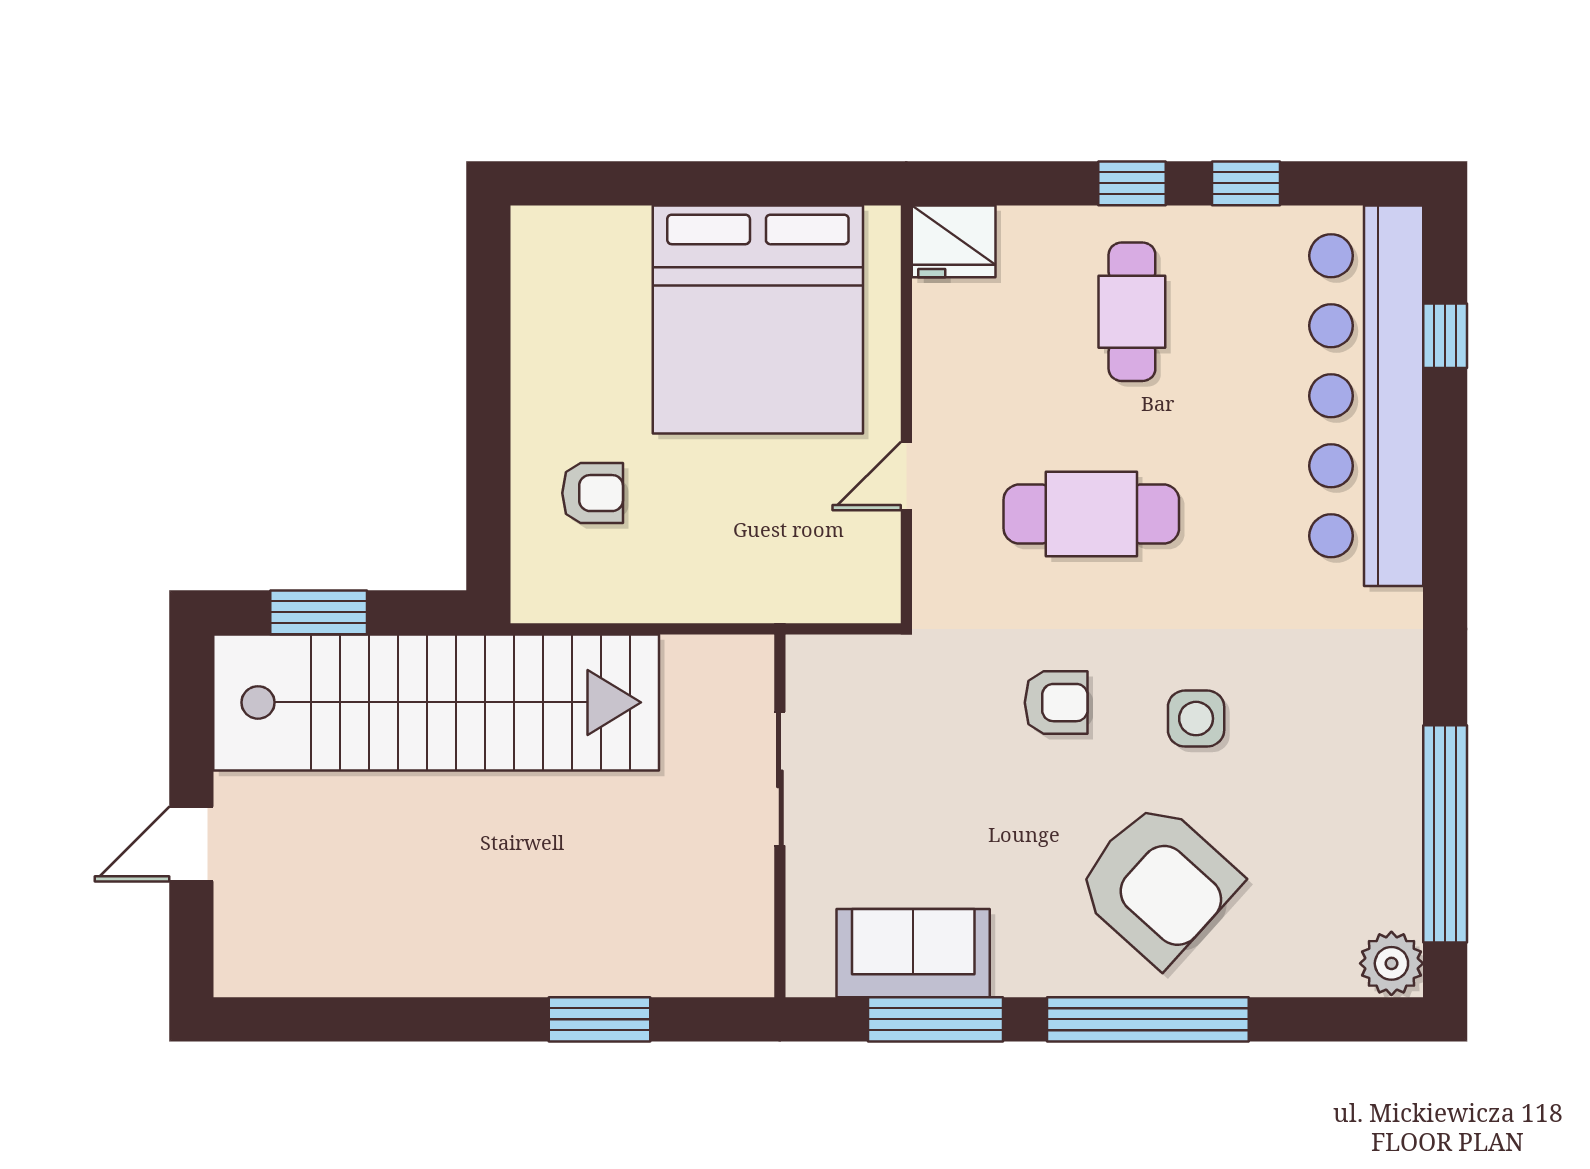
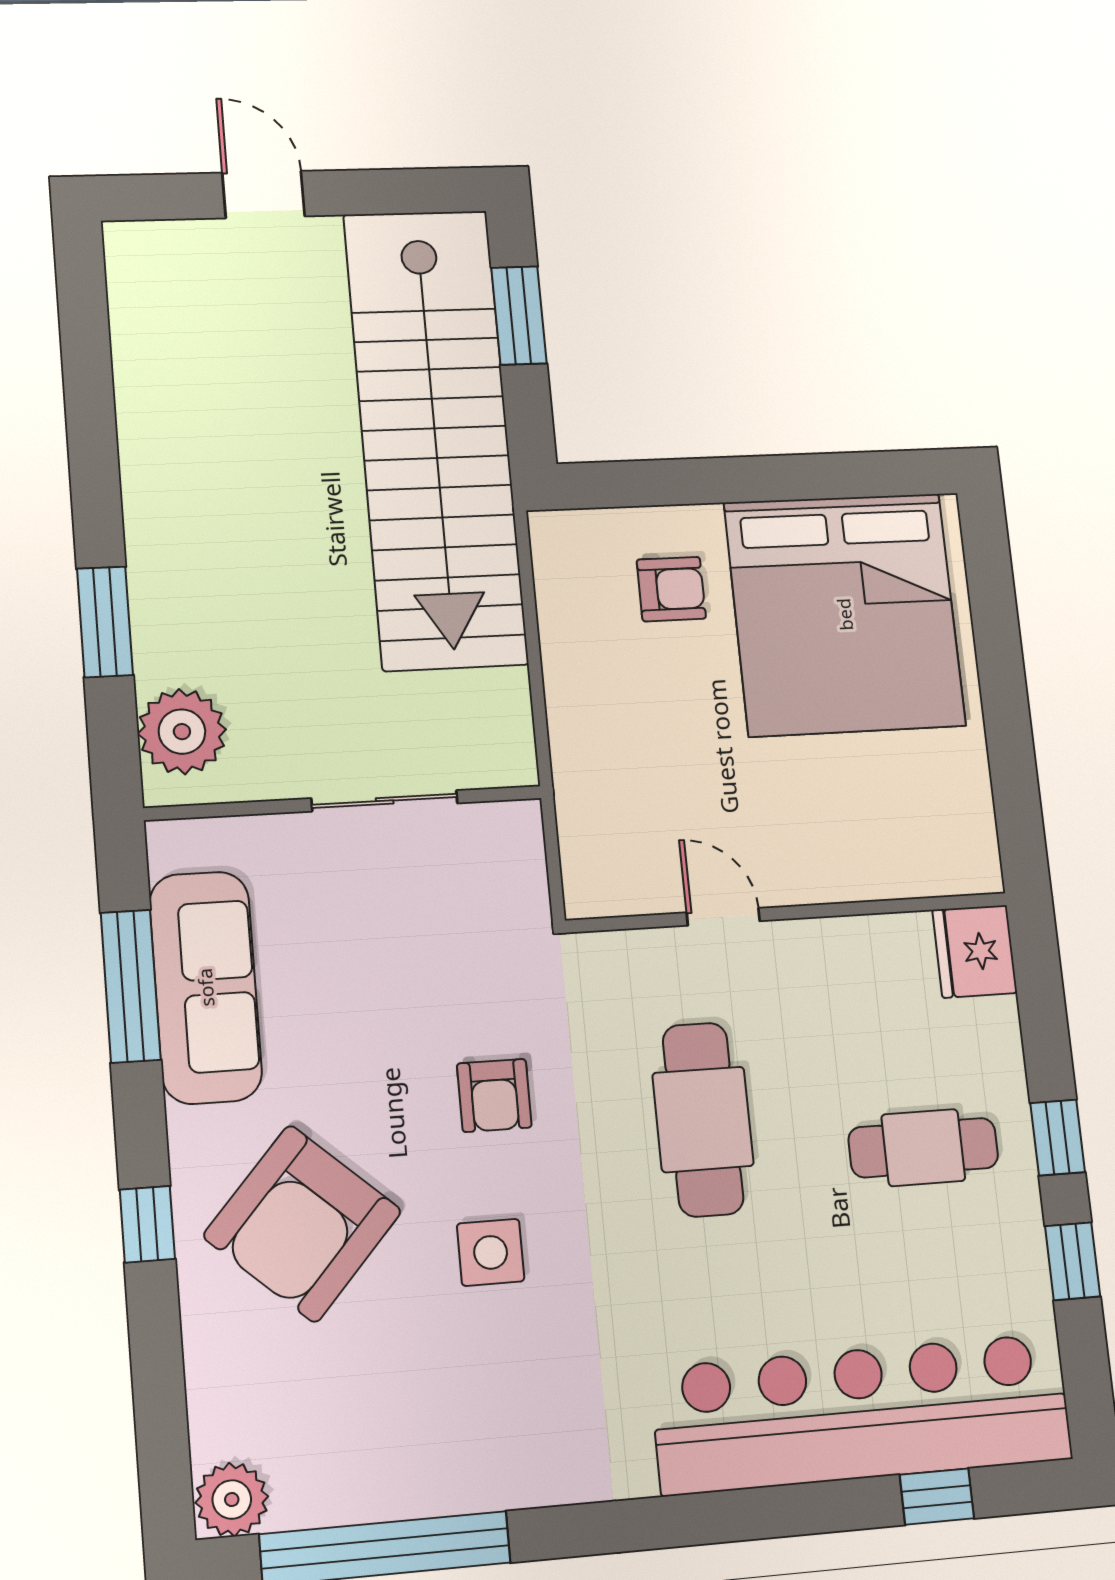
bed: (758, 320) -> (845, 614), moved, turned -90
armchair: (593, 493) -> (671, 589), turned -90
sofa: (913, 953) -> (206, 987), width x1.36
plant: (705, 957) -> (182, 732), added
window: (1148, 1019) -> (147, 1224), width x0.32

